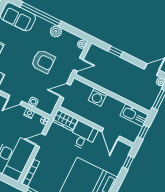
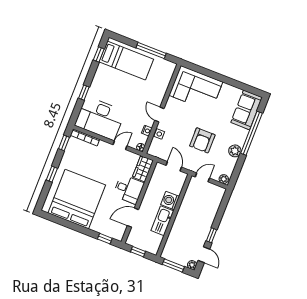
window: (116, 52) -> (211, 235), moved
door: (78, 65) -> (202, 177), swing flipped
kitchen sink: (134, 115) -> (162, 221), moved
door: (41, 140) -> (120, 145), hinge flipped

